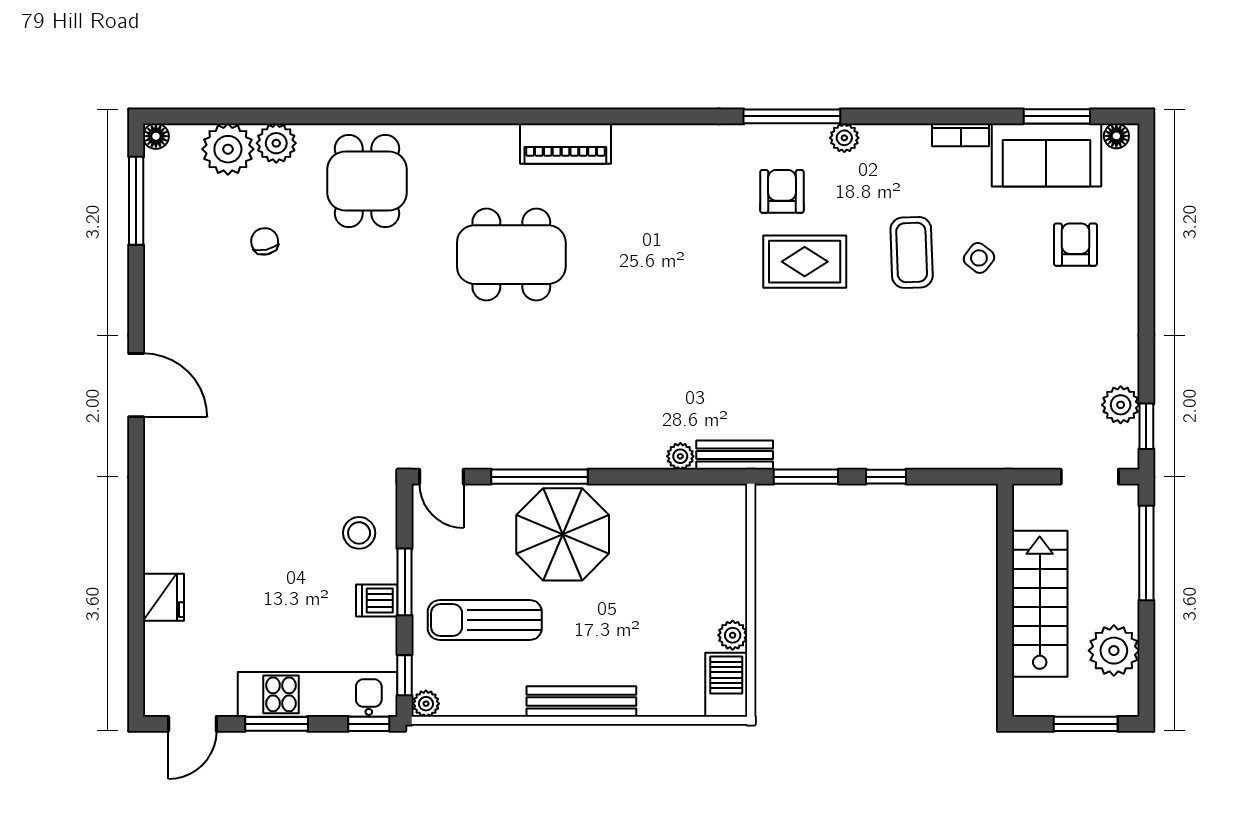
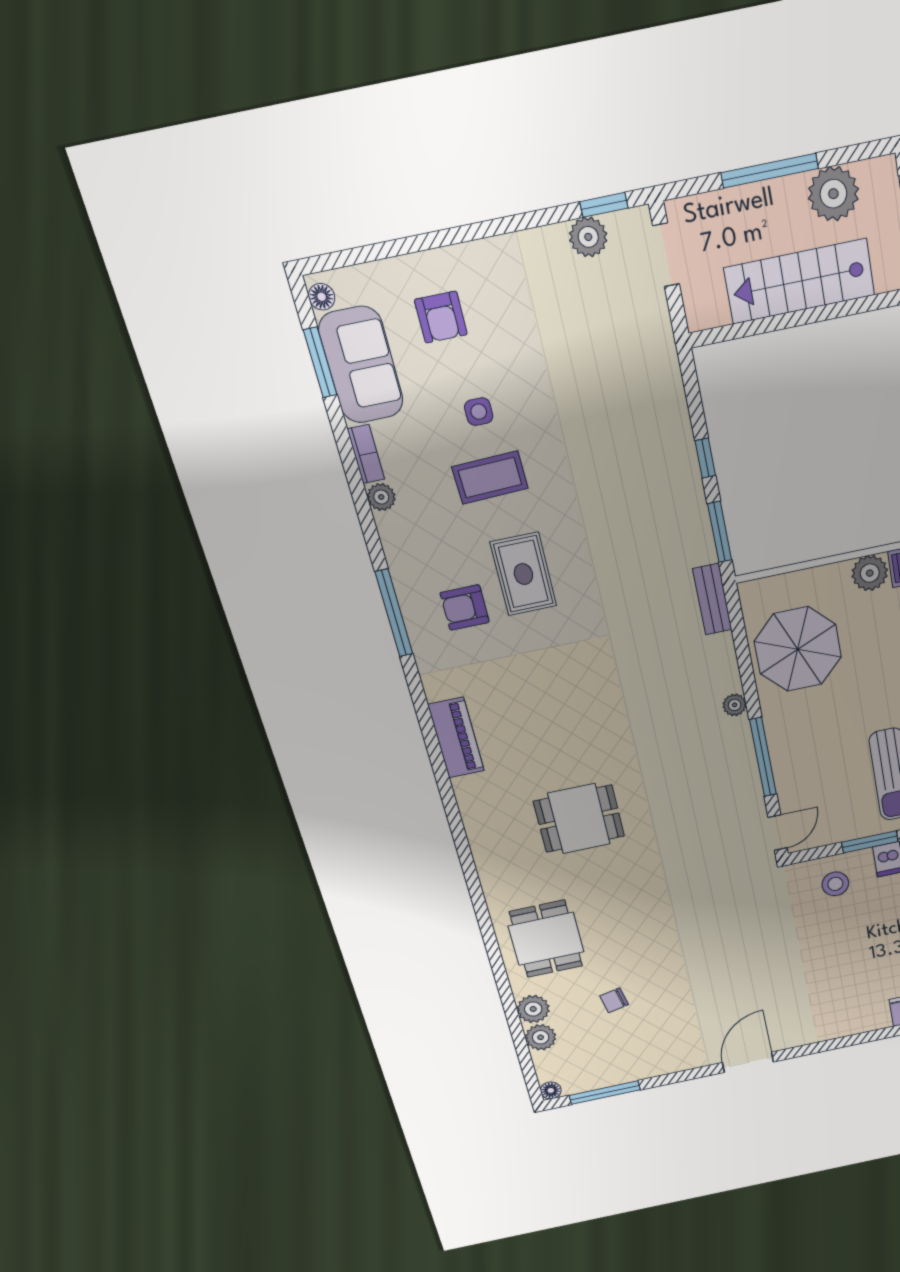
plant: (844, 138) -> (381, 497), moved
piano: (565, 144) -> (456, 738), moved
plant: (228, 149) -> (541, 1037), width x0.73, depth x0.73
dining table: (367, 181) -> (546, 939), turned 90
armchair: (1076, 245) -> (441, 317), turned -90
dining table: (511, 255) -> (579, 819), width x0.73
side table: (979, 258) -> (479, 412), turned -38
plant: (680, 456) -> (735, 705), moved
parasol: (563, 534) -> (798, 649), moved
window: (1146, 553) -> (770, 171), moved
plant: (733, 635) -> (870, 573), width x1.38, depth x1.38

